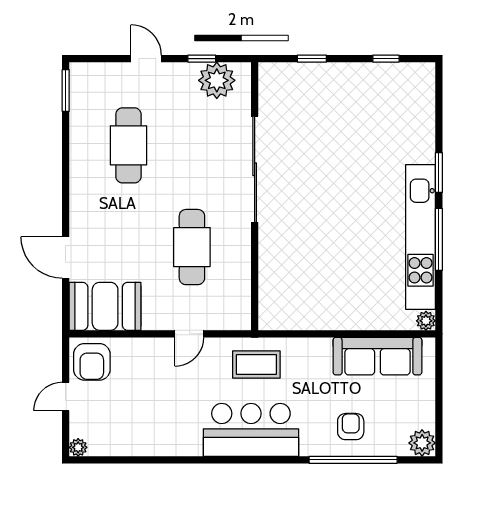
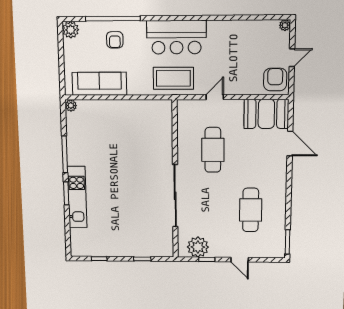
kitchen unit: (421, 237) -> (77, 197), moved, width x0.73
coffee table: (256, 365) -> (173, 78), width x1.36, depth x1.32

